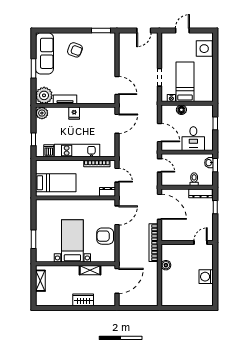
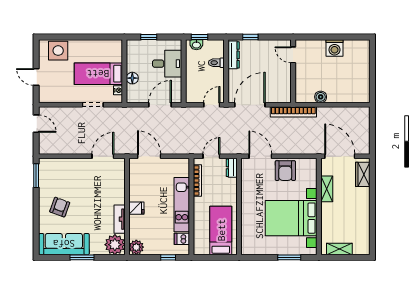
door: (159, 165) -> (212, 105), moved
bed with nightstands: (72, 241) -> (291, 218), width x1.36
wardrobe: (83, 300) -> (363, 174), moved

